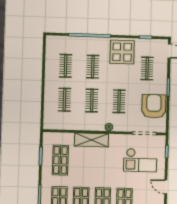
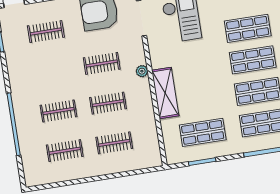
display table: (122, 52) -> (29, 72), removed

